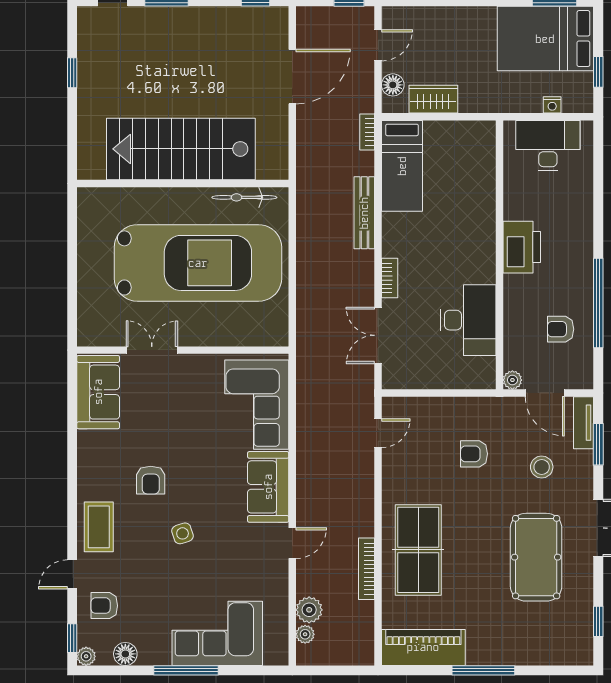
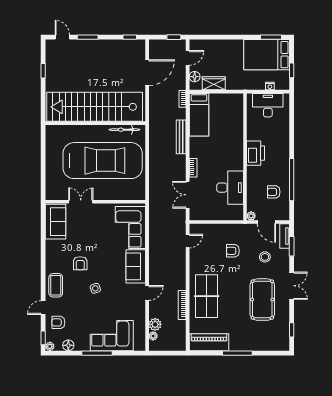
stairs: (181, 149) -> (95, 107), width x1.36

